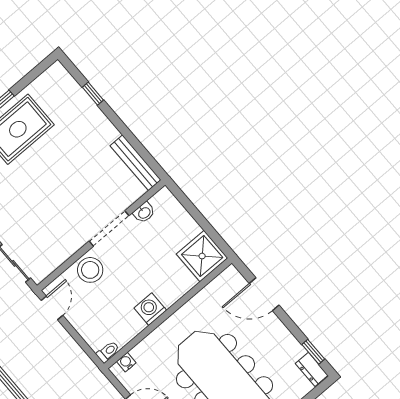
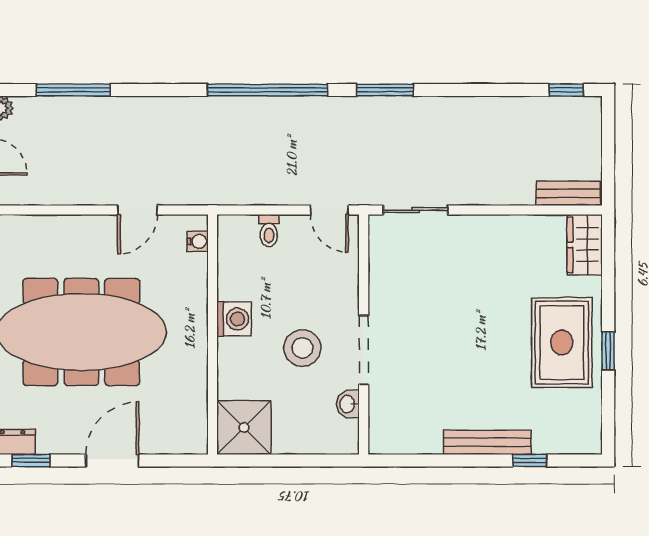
bench: (136, 163) -> (487, 442), moved
stool: (90, 270) -> (302, 348), moved
door: (264, 294) -> (112, 460), moved
toilet: (108, 352) -> (269, 231), moved

